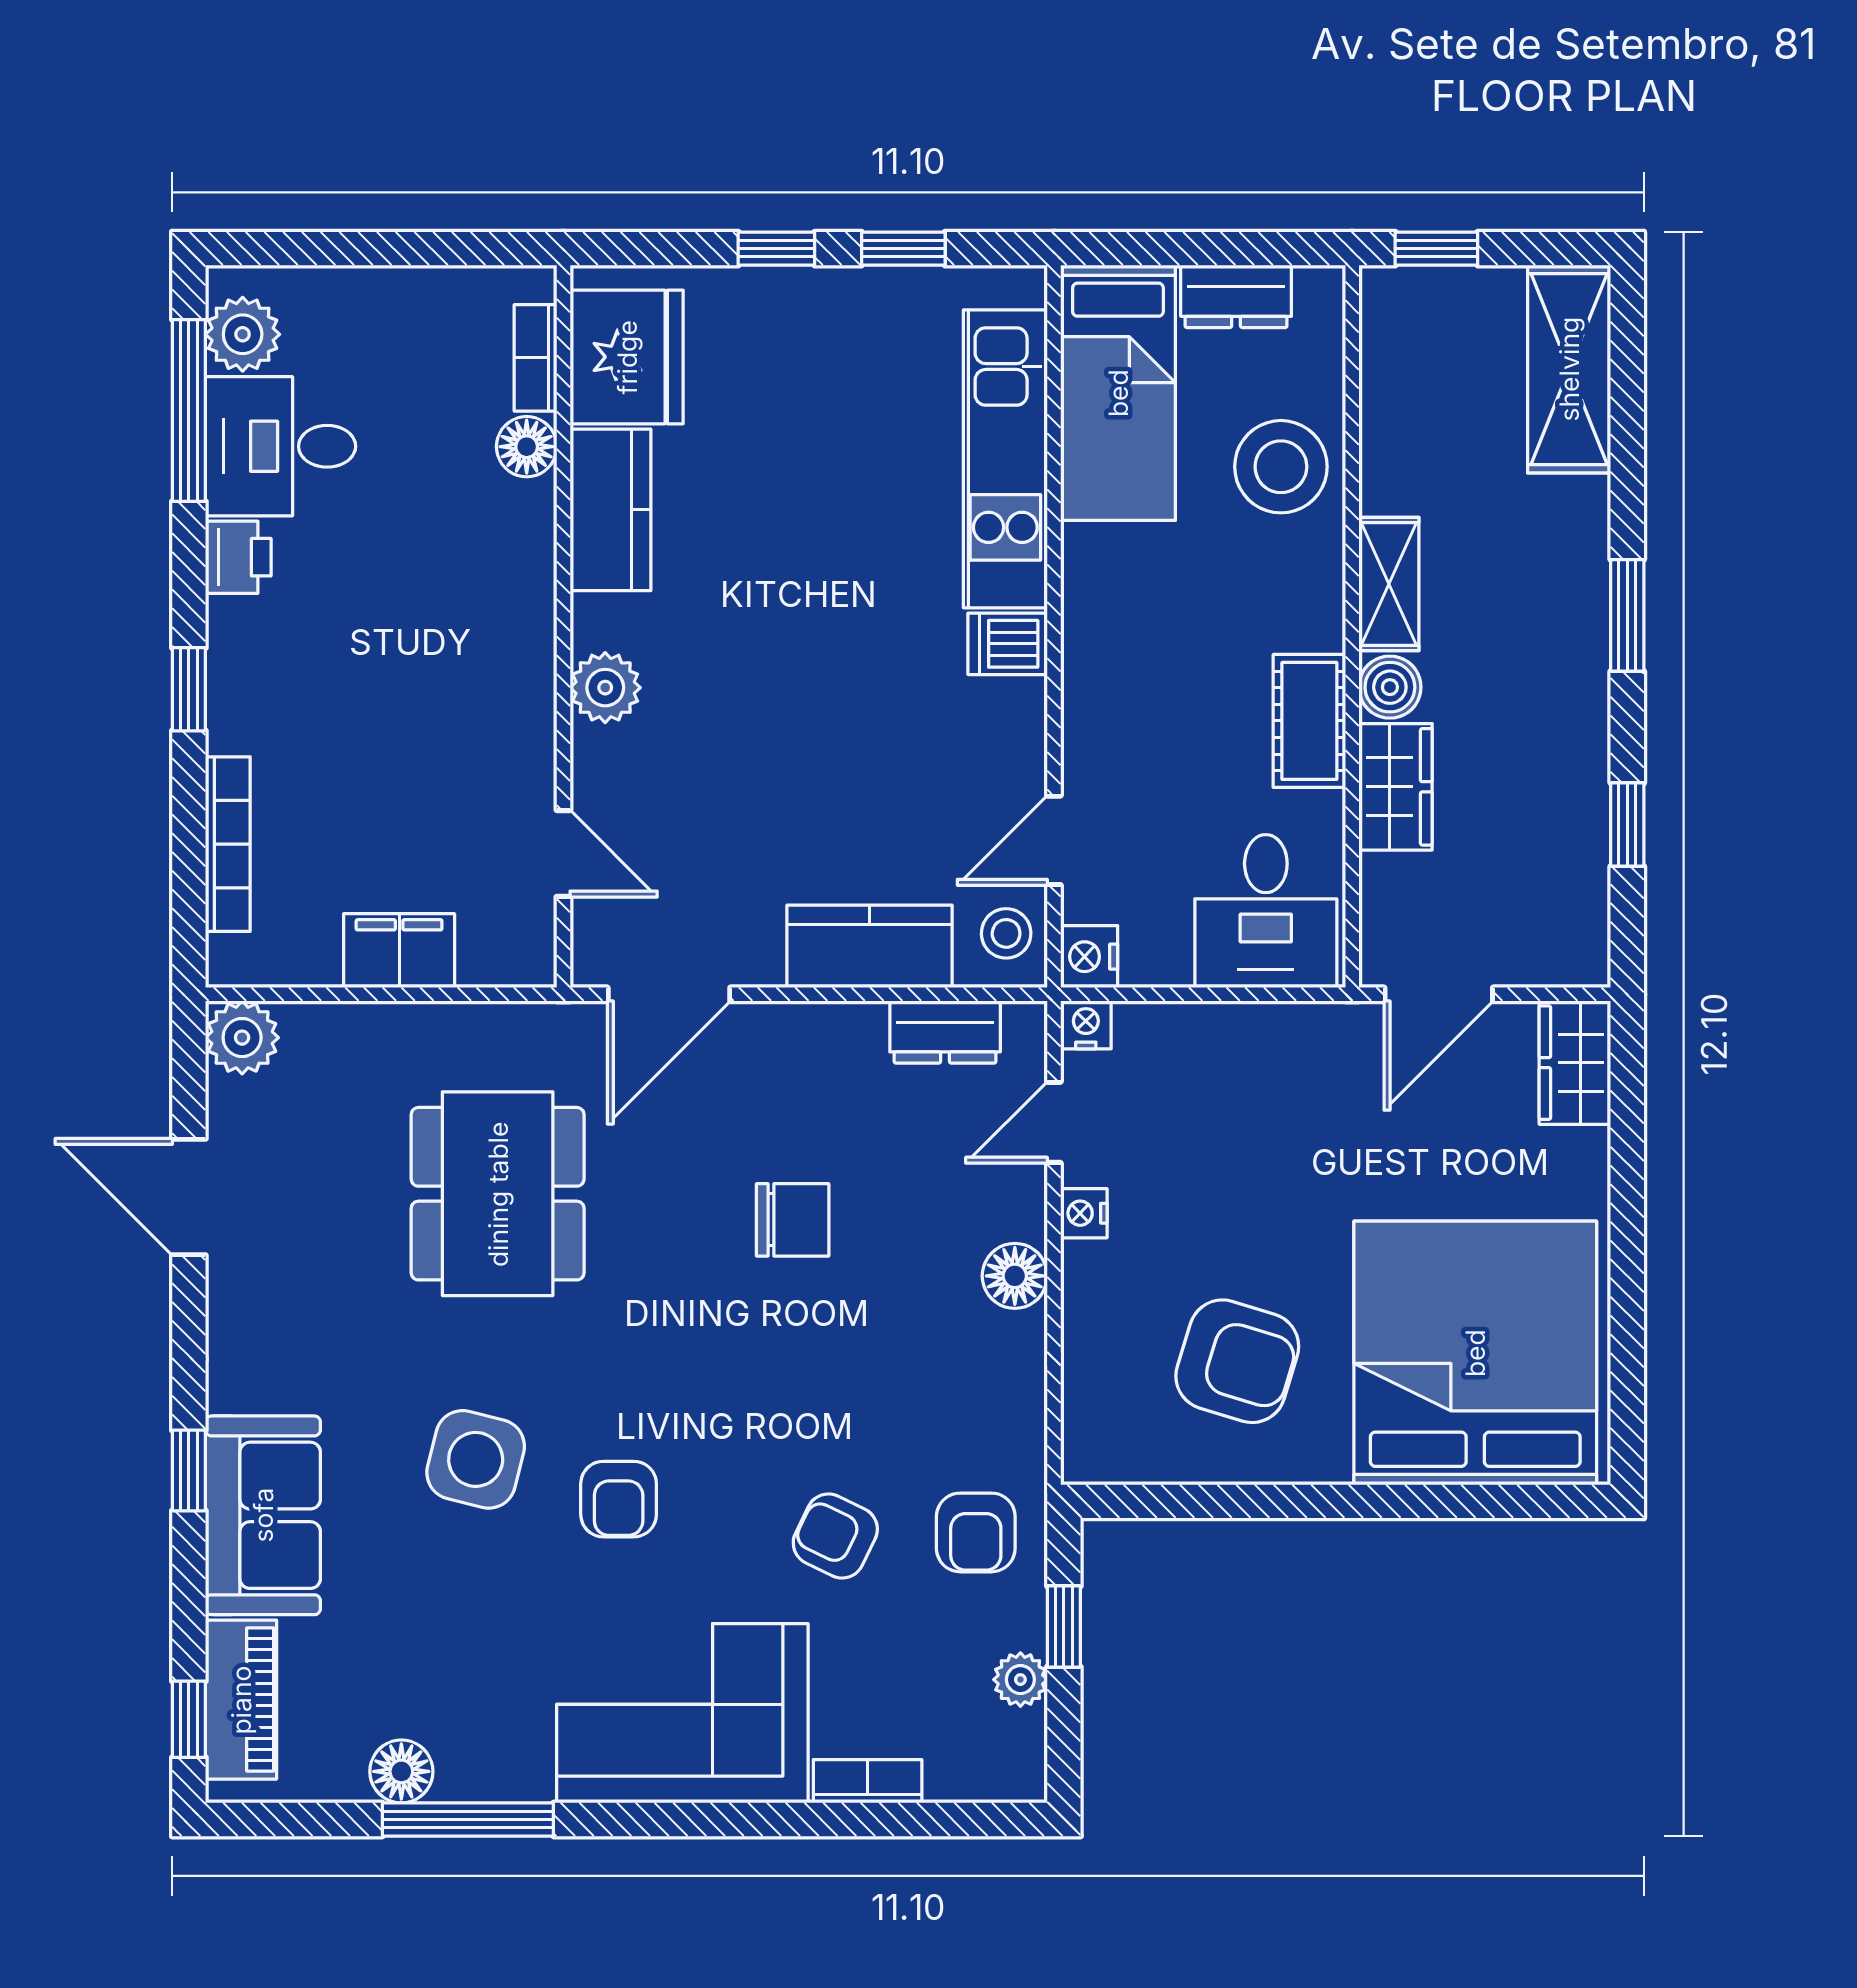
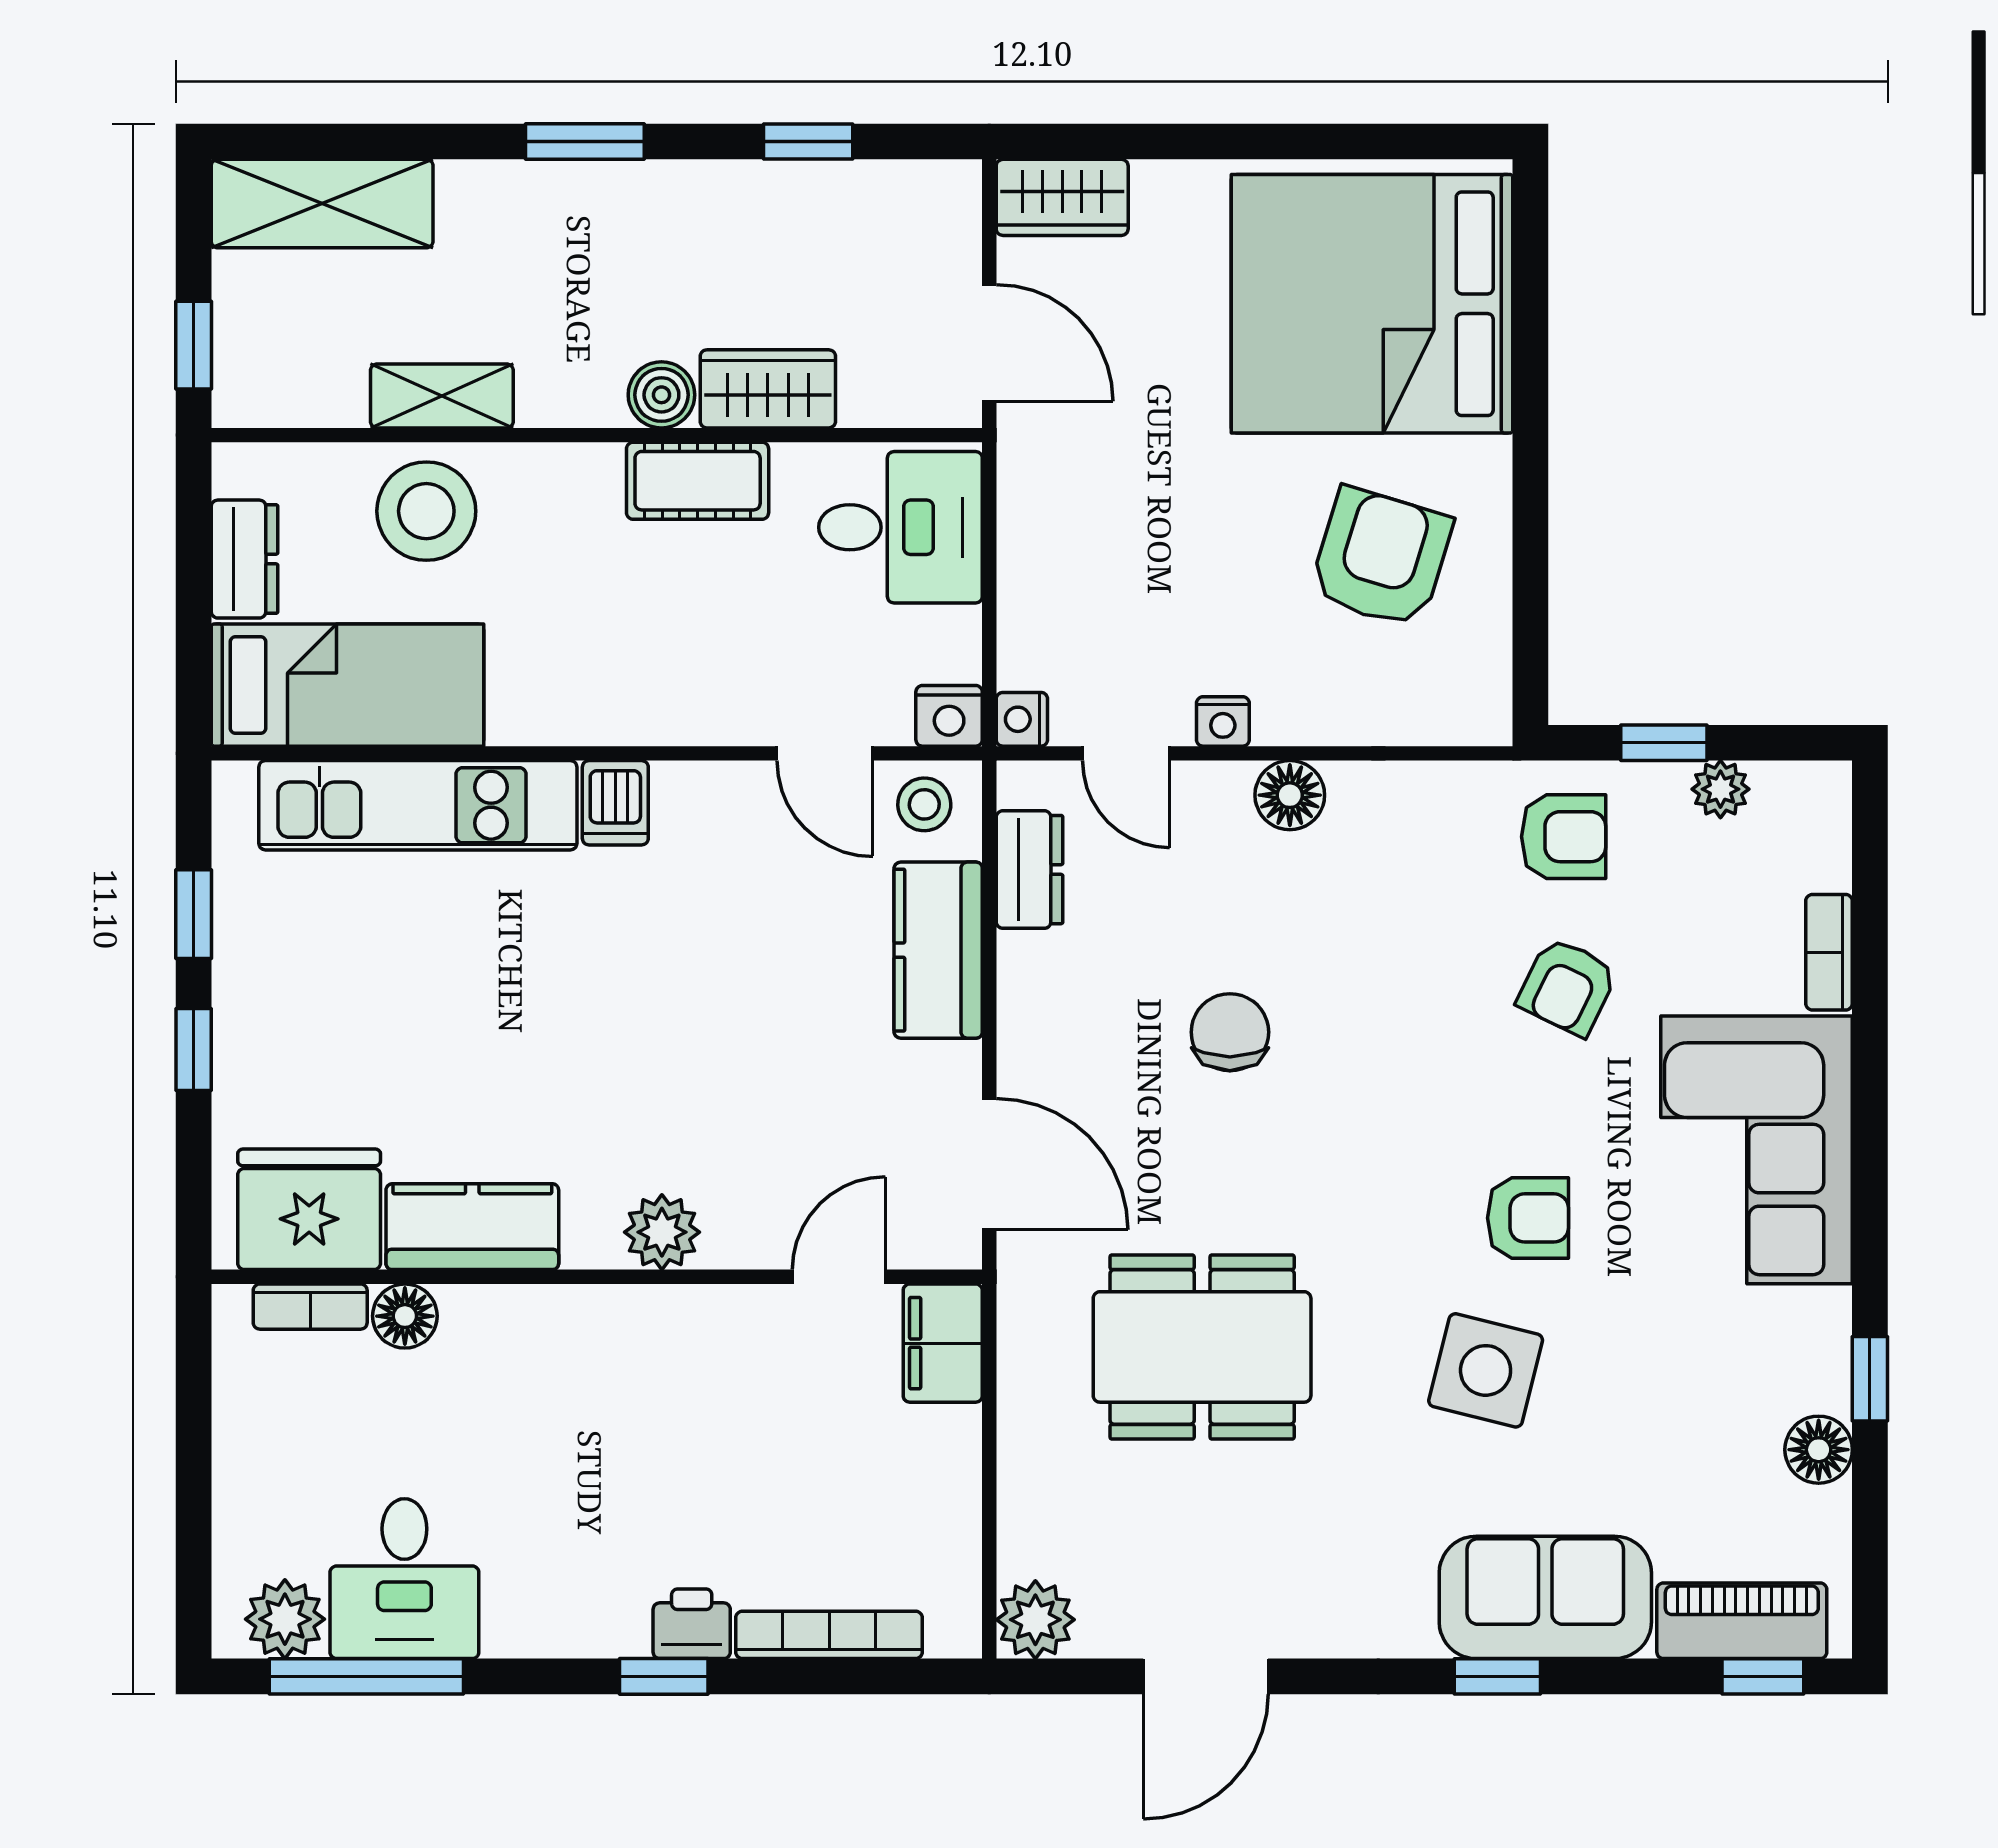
printer: (238, 557) -> (692, 1624), moved
shelving: (1389, 584) -> (442, 396), moved
filing cabinet: (399, 951) -> (943, 1343), moved
window: (468, 1820) -> (1870, 1379), width x0.46

